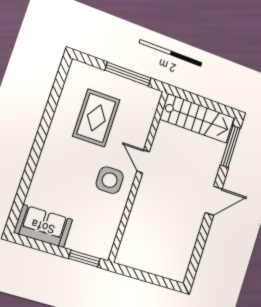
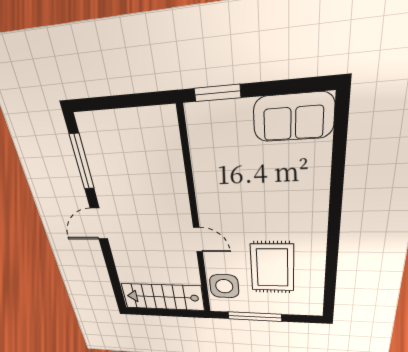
window: (231, 147) -> (82, 162), moved
side table: (110, 180) -> (224, 286), moved

